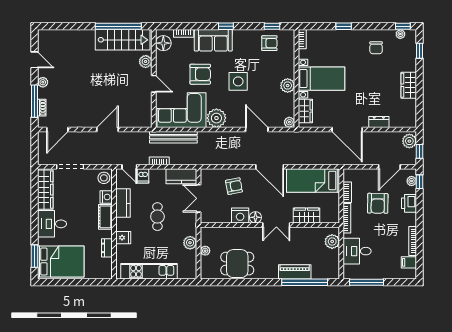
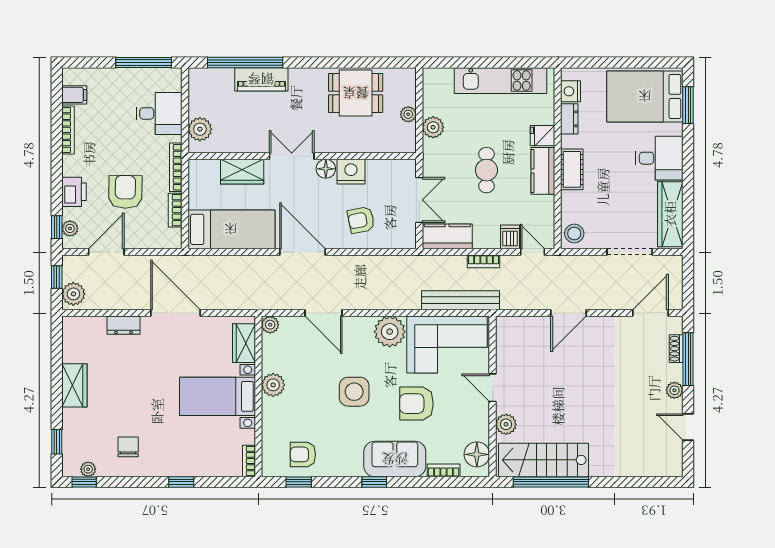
nightstand: (106, 197) -> (571, 91), moved
kitchen counter: (123, 203) -> (543, 171), moved

